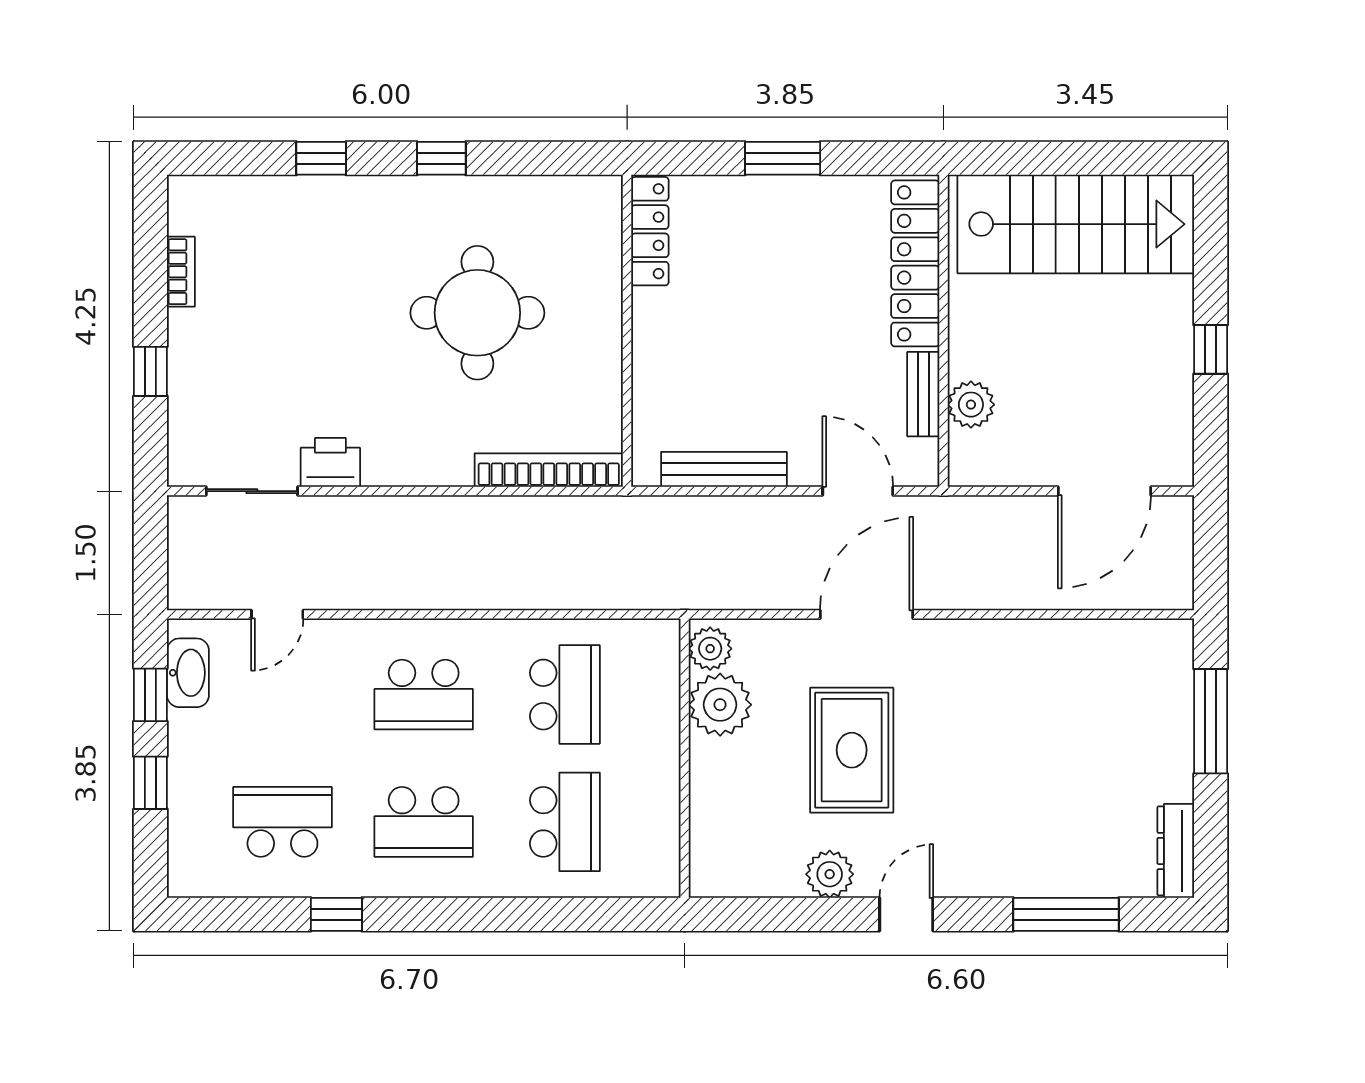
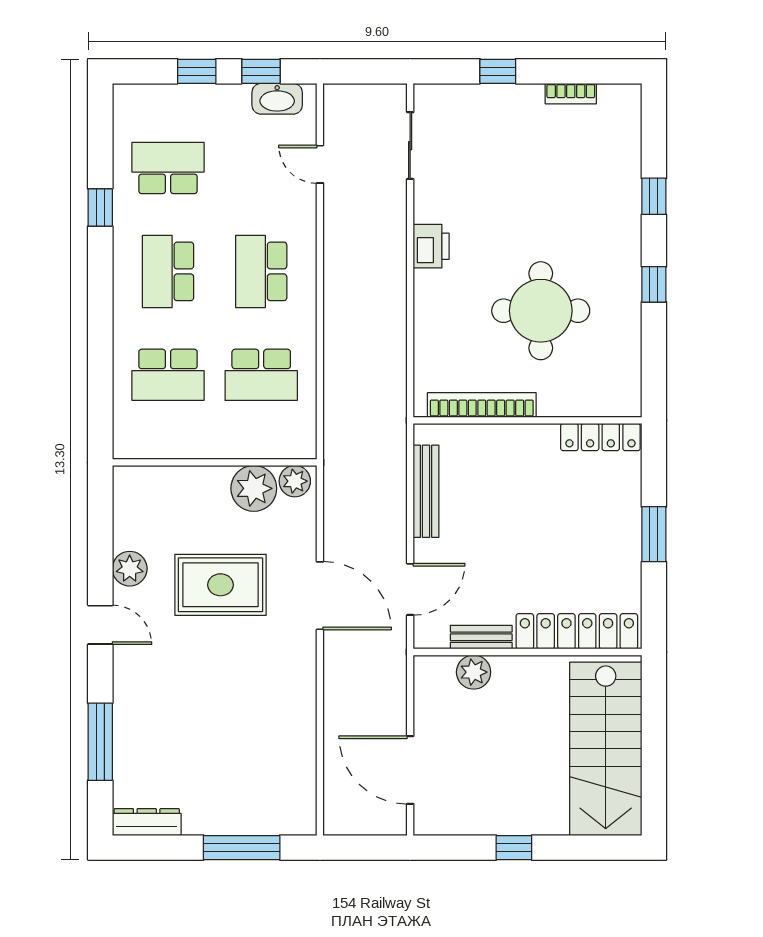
printer: (330, 462) -> (431, 246), moved
bookcase: (549, 470) -> (482, 405), moved, turned -90
school desk: (282, 822) -> (168, 168), turned -90

